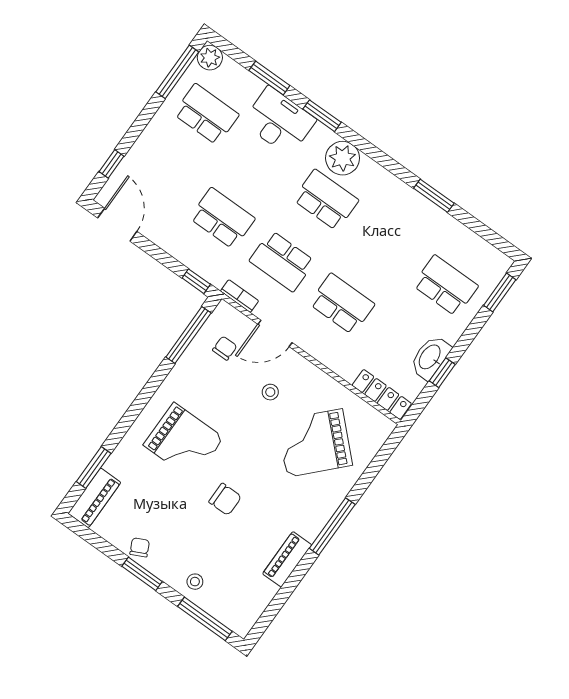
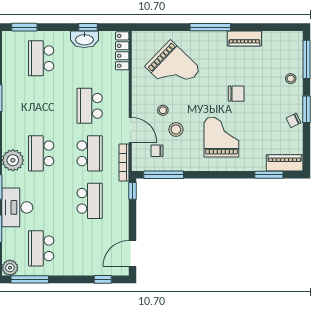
school desk: (222, 218) -> (90, 201), turned 180
bookcase: (240, 296) -> (124, 163), width x1.56
stool: (234, 391) -> (176, 129), added
chair: (225, 499) -> (236, 94), turned 90

